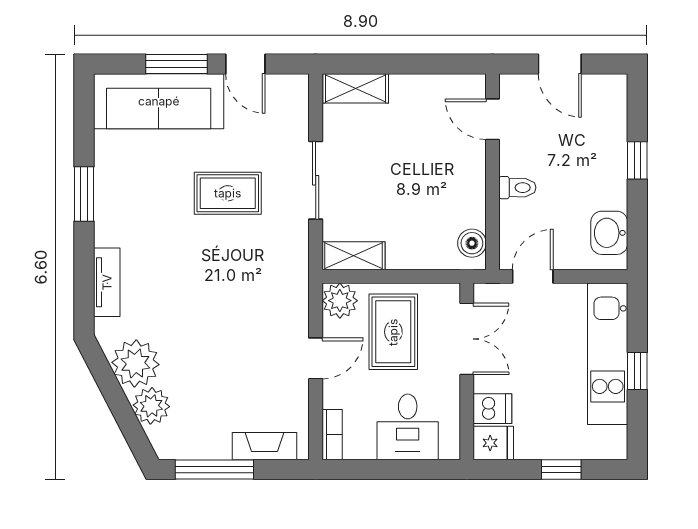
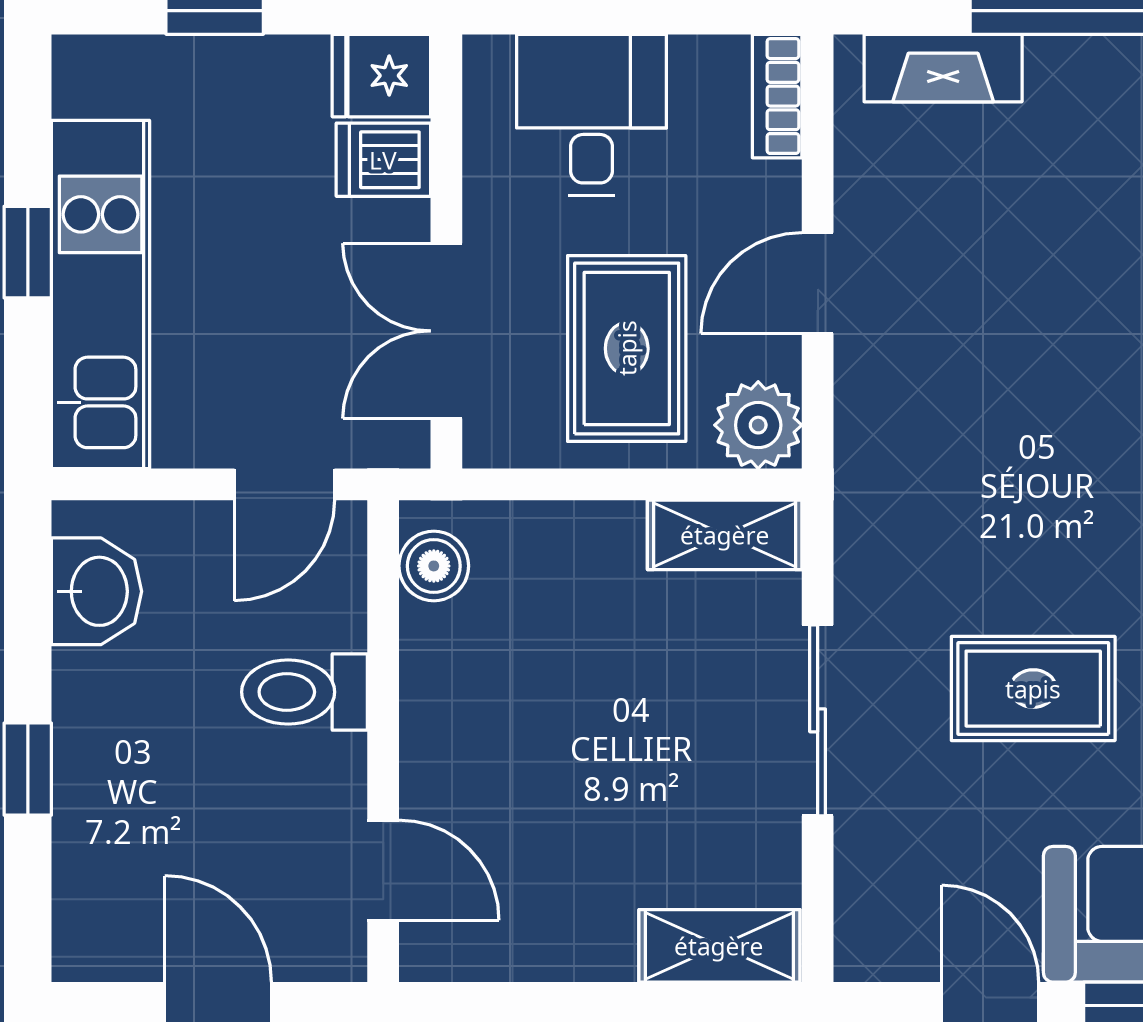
toilet: (517, 188) -> (304, 692), width x1.37, depth x1.39

